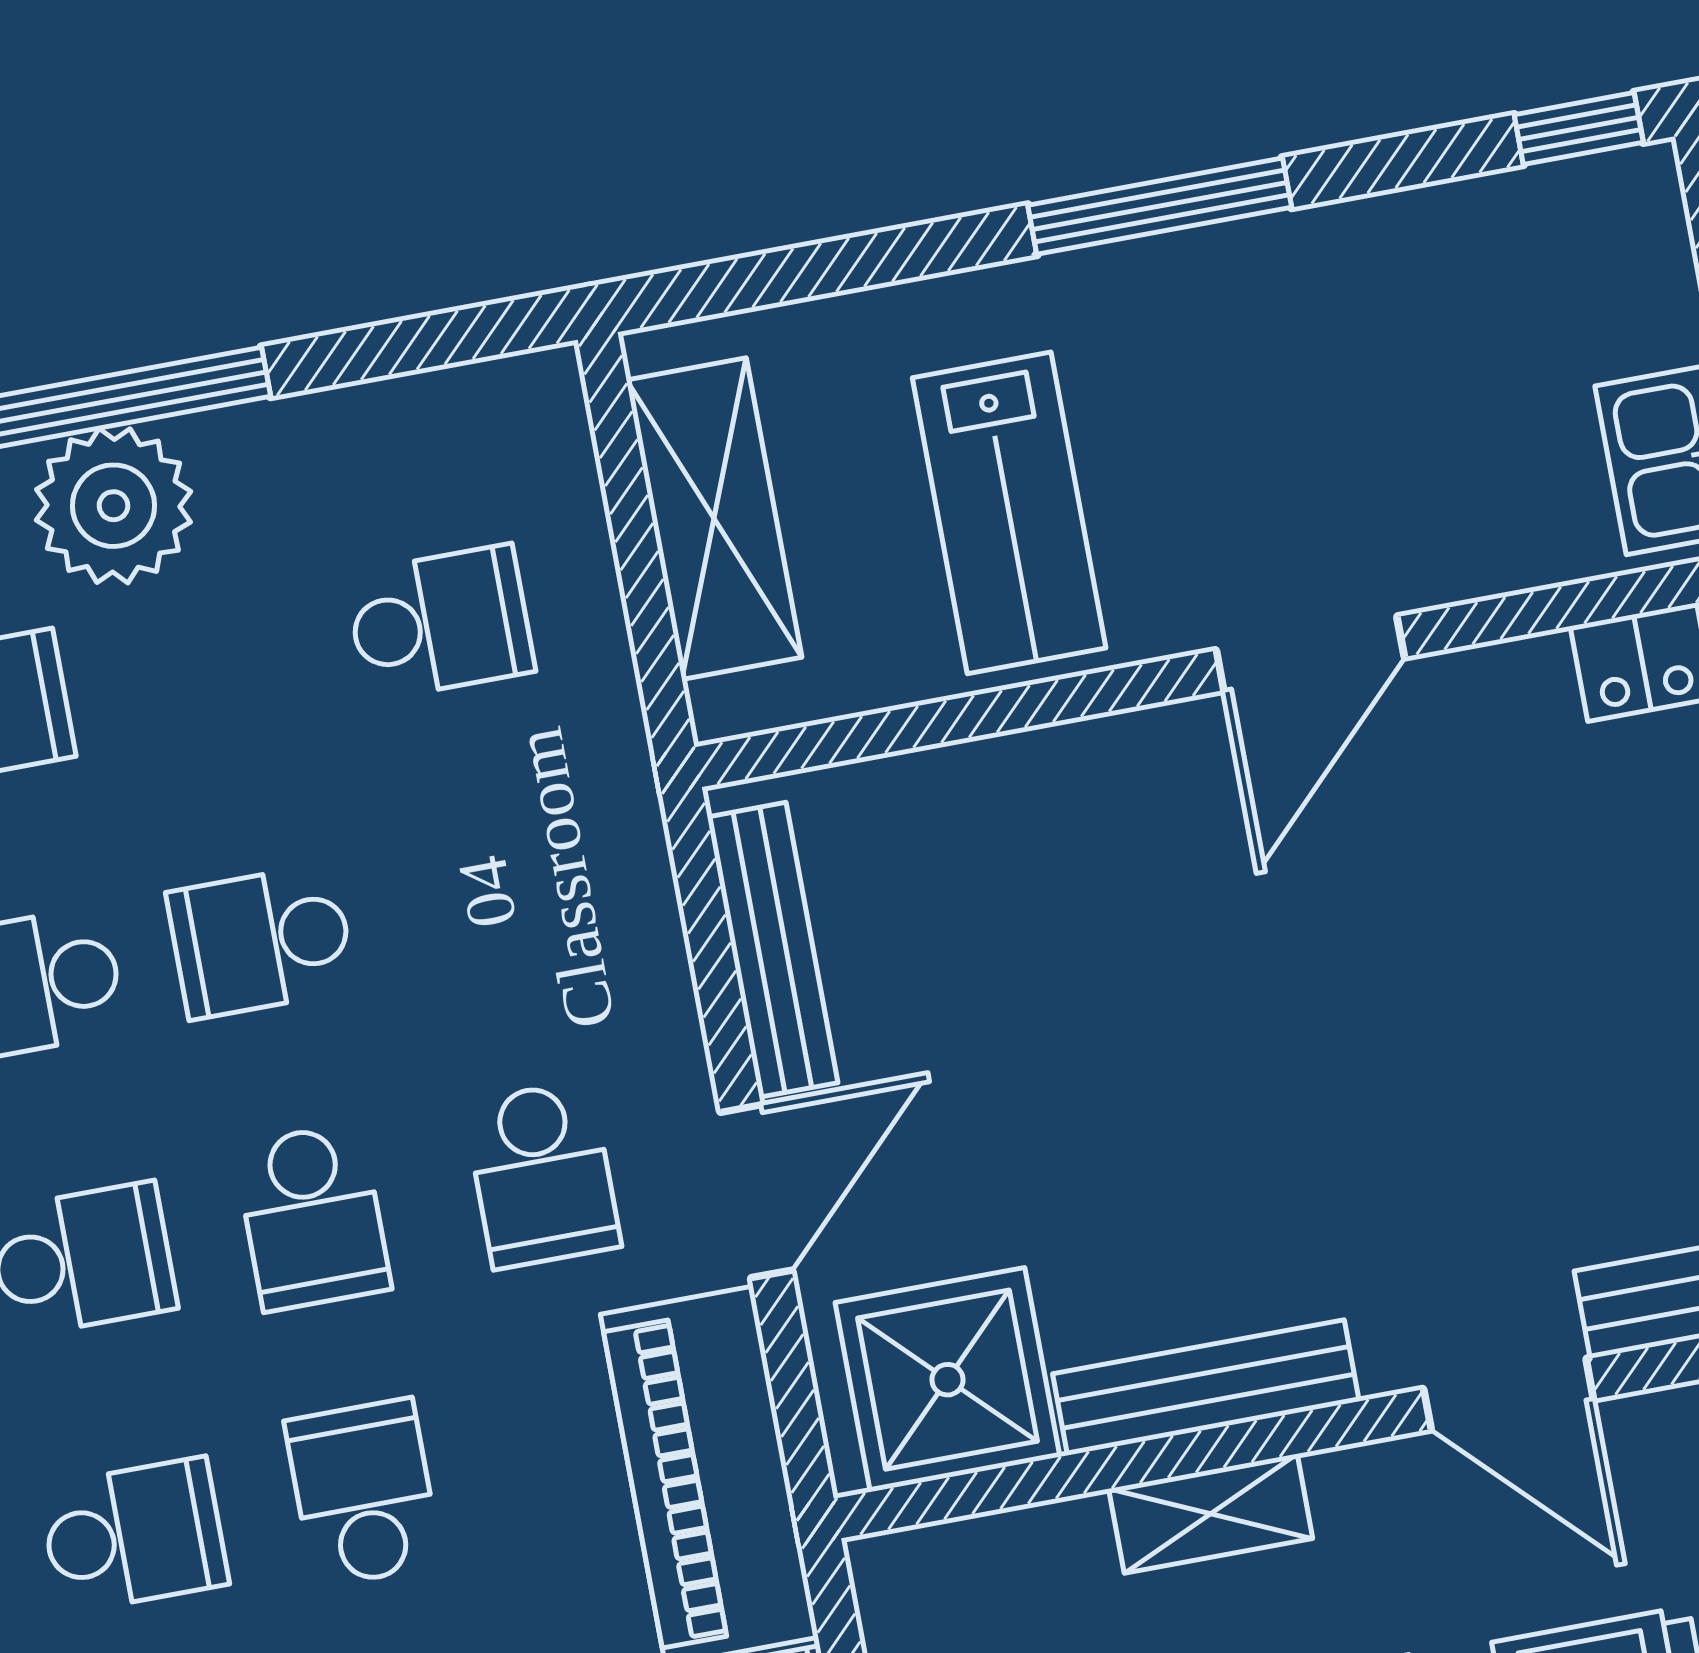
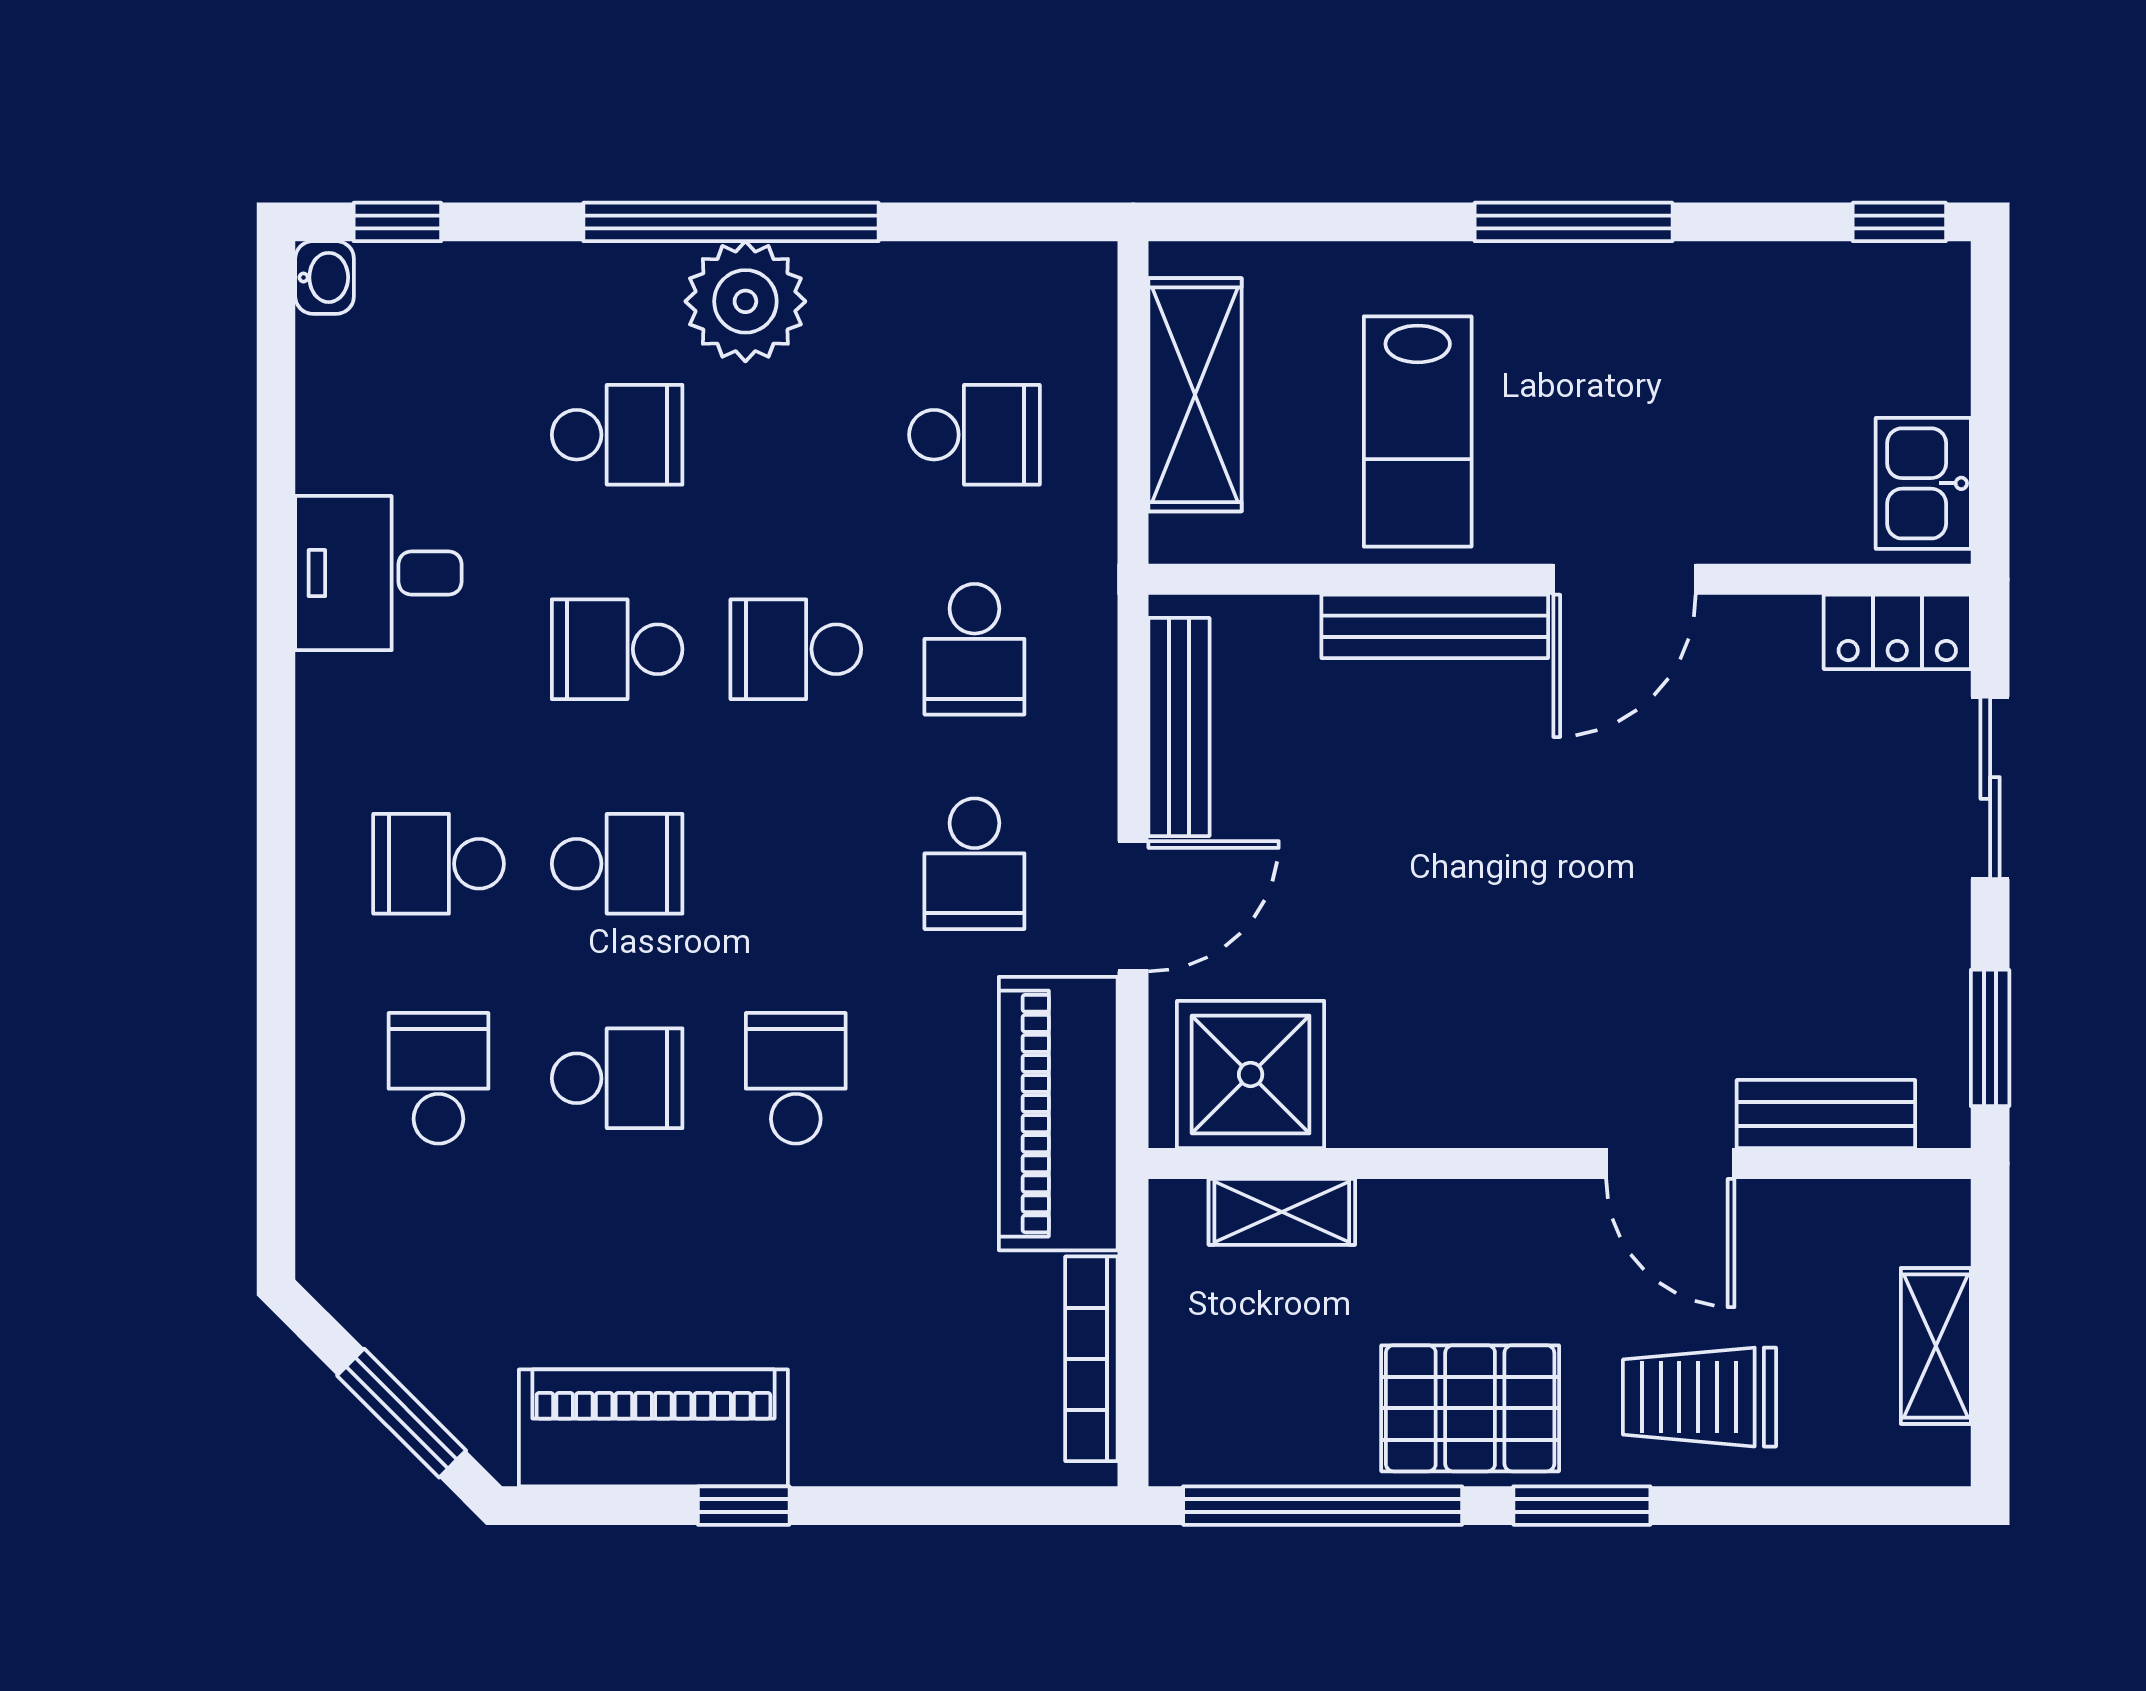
school desk: (312, 1217) -> (974, 649), moved
bench: (1206, 1388) -> (1435, 626), moved
shelving: (1211, 1514) -> (1282, 1212), moved

